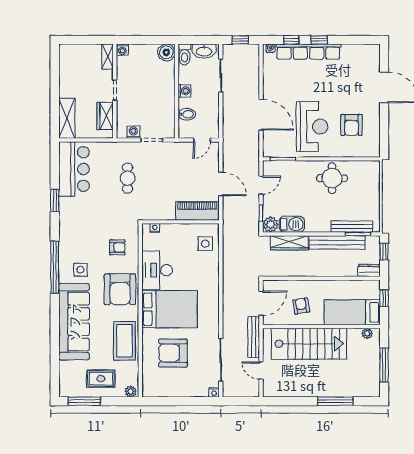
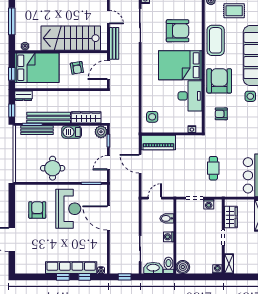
reception desk: (312, 127) -> (68, 209), turned 180
barbecue: (292, 224) -> (72, 132), moved
bed: (352, 312) -> (37, 68), width x1.50

